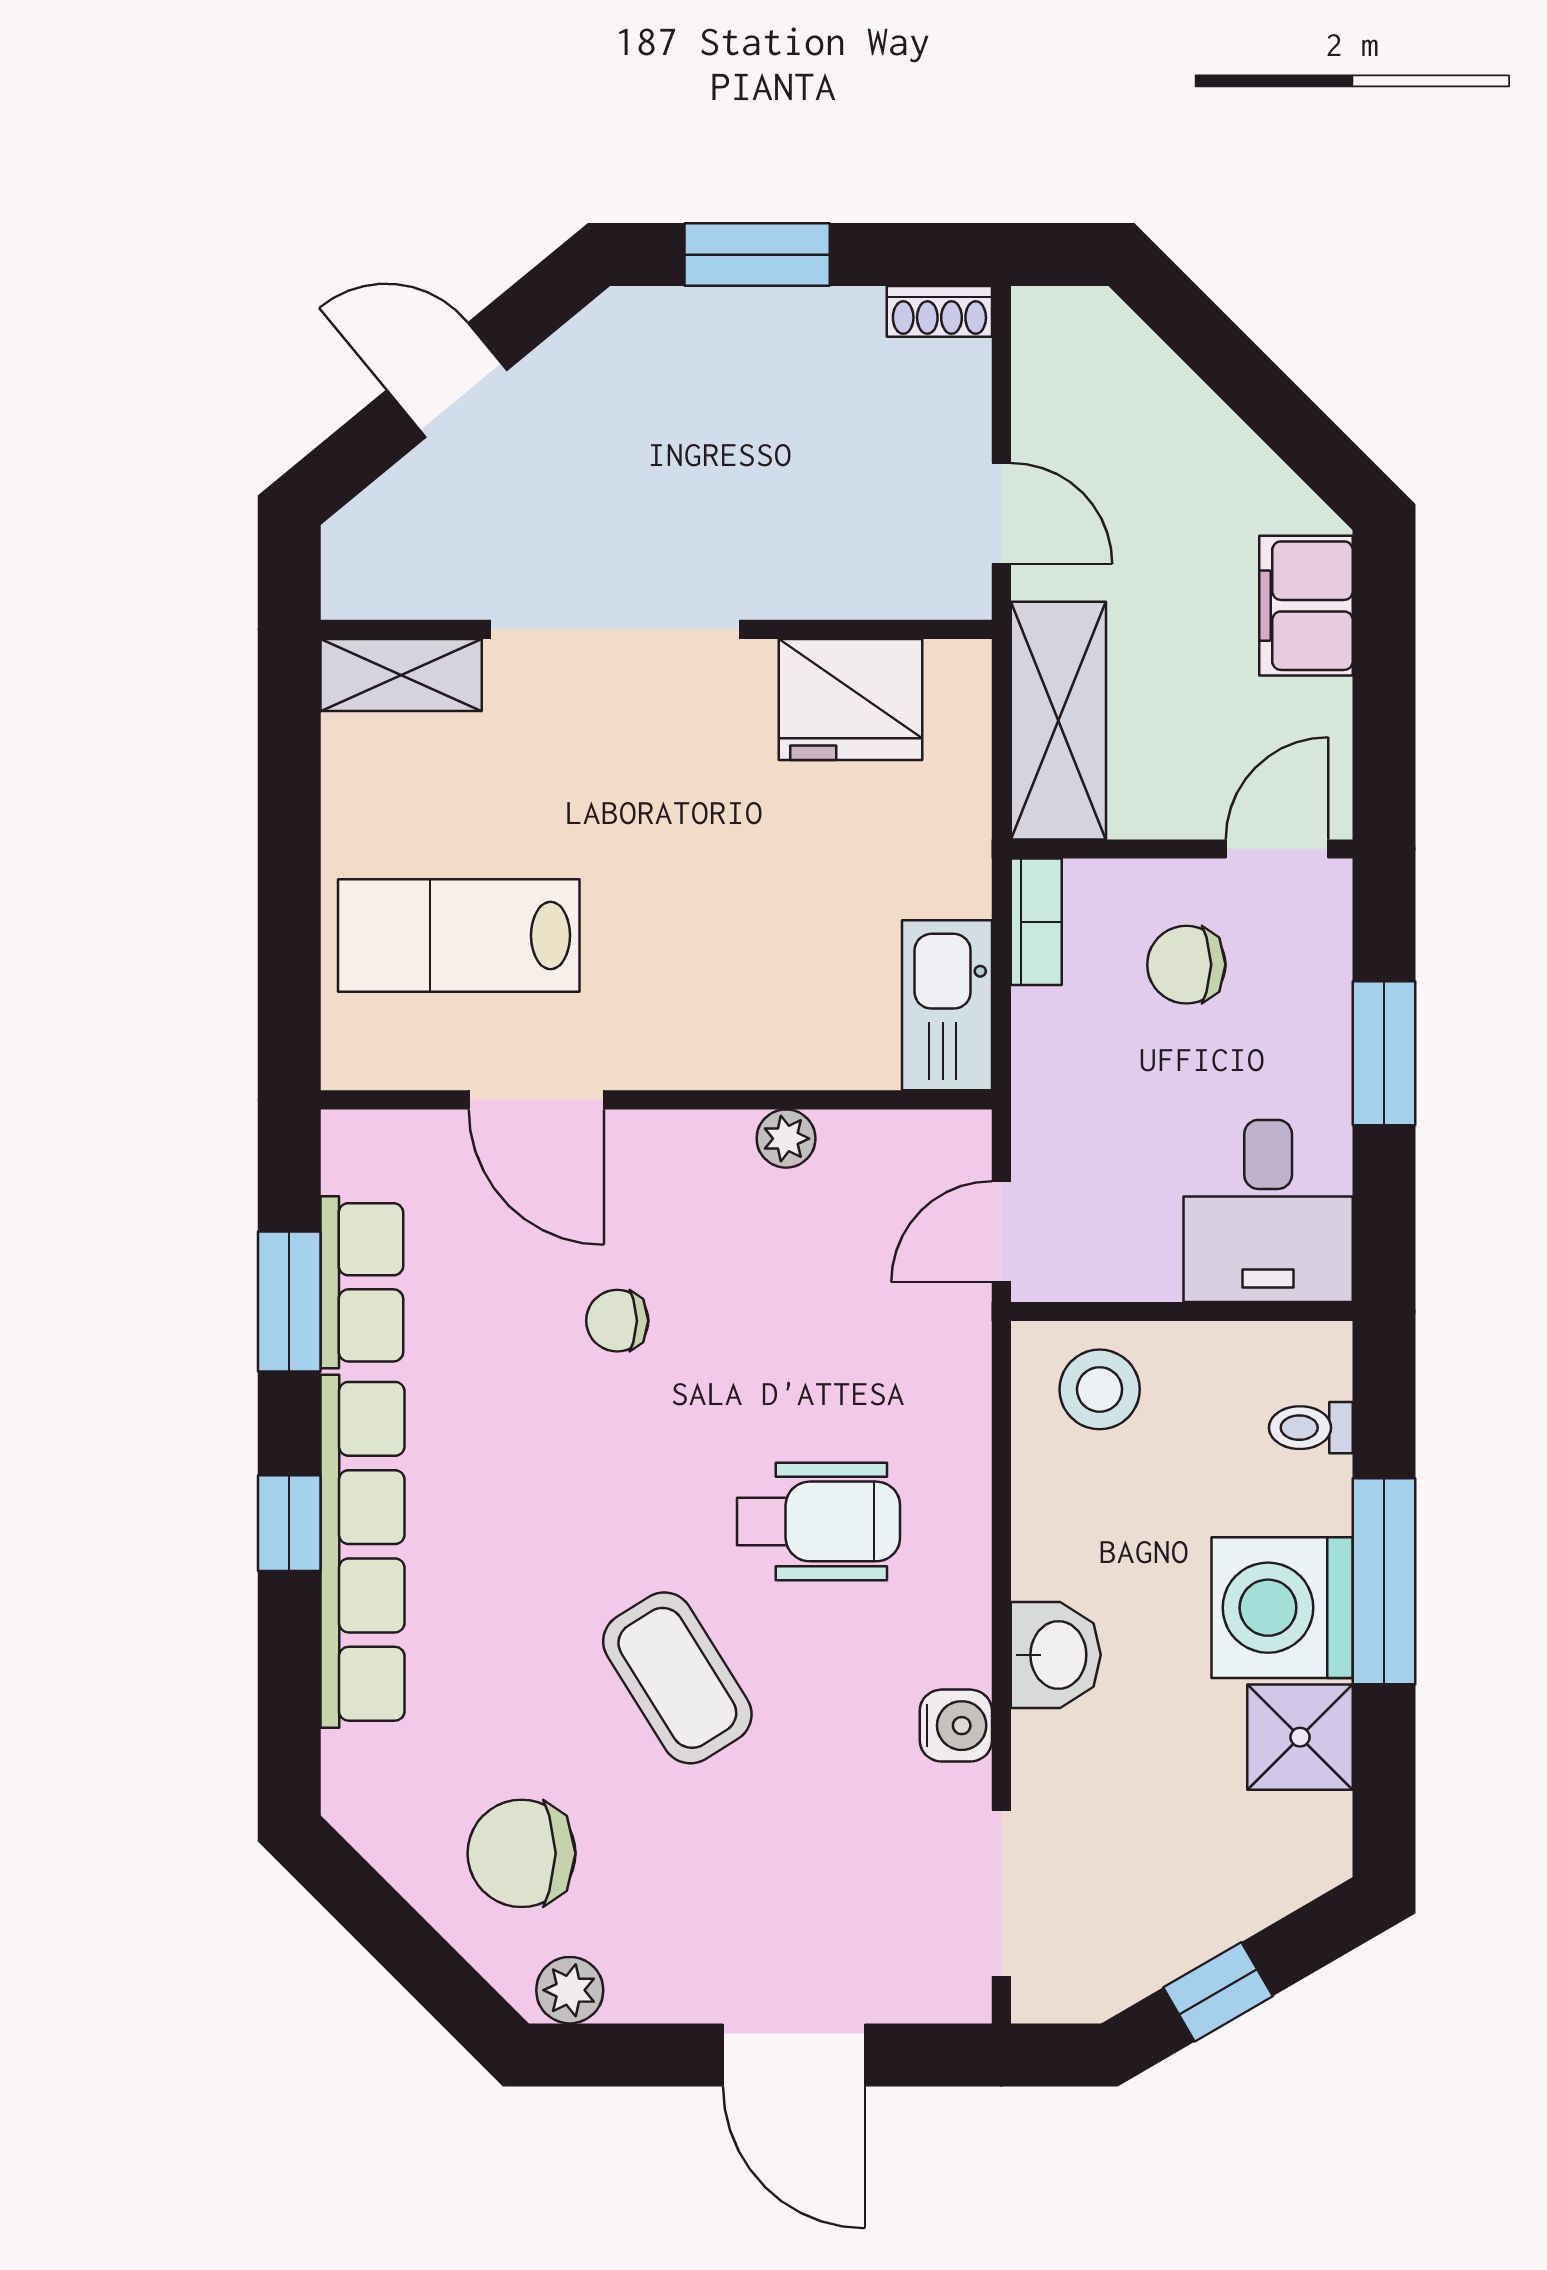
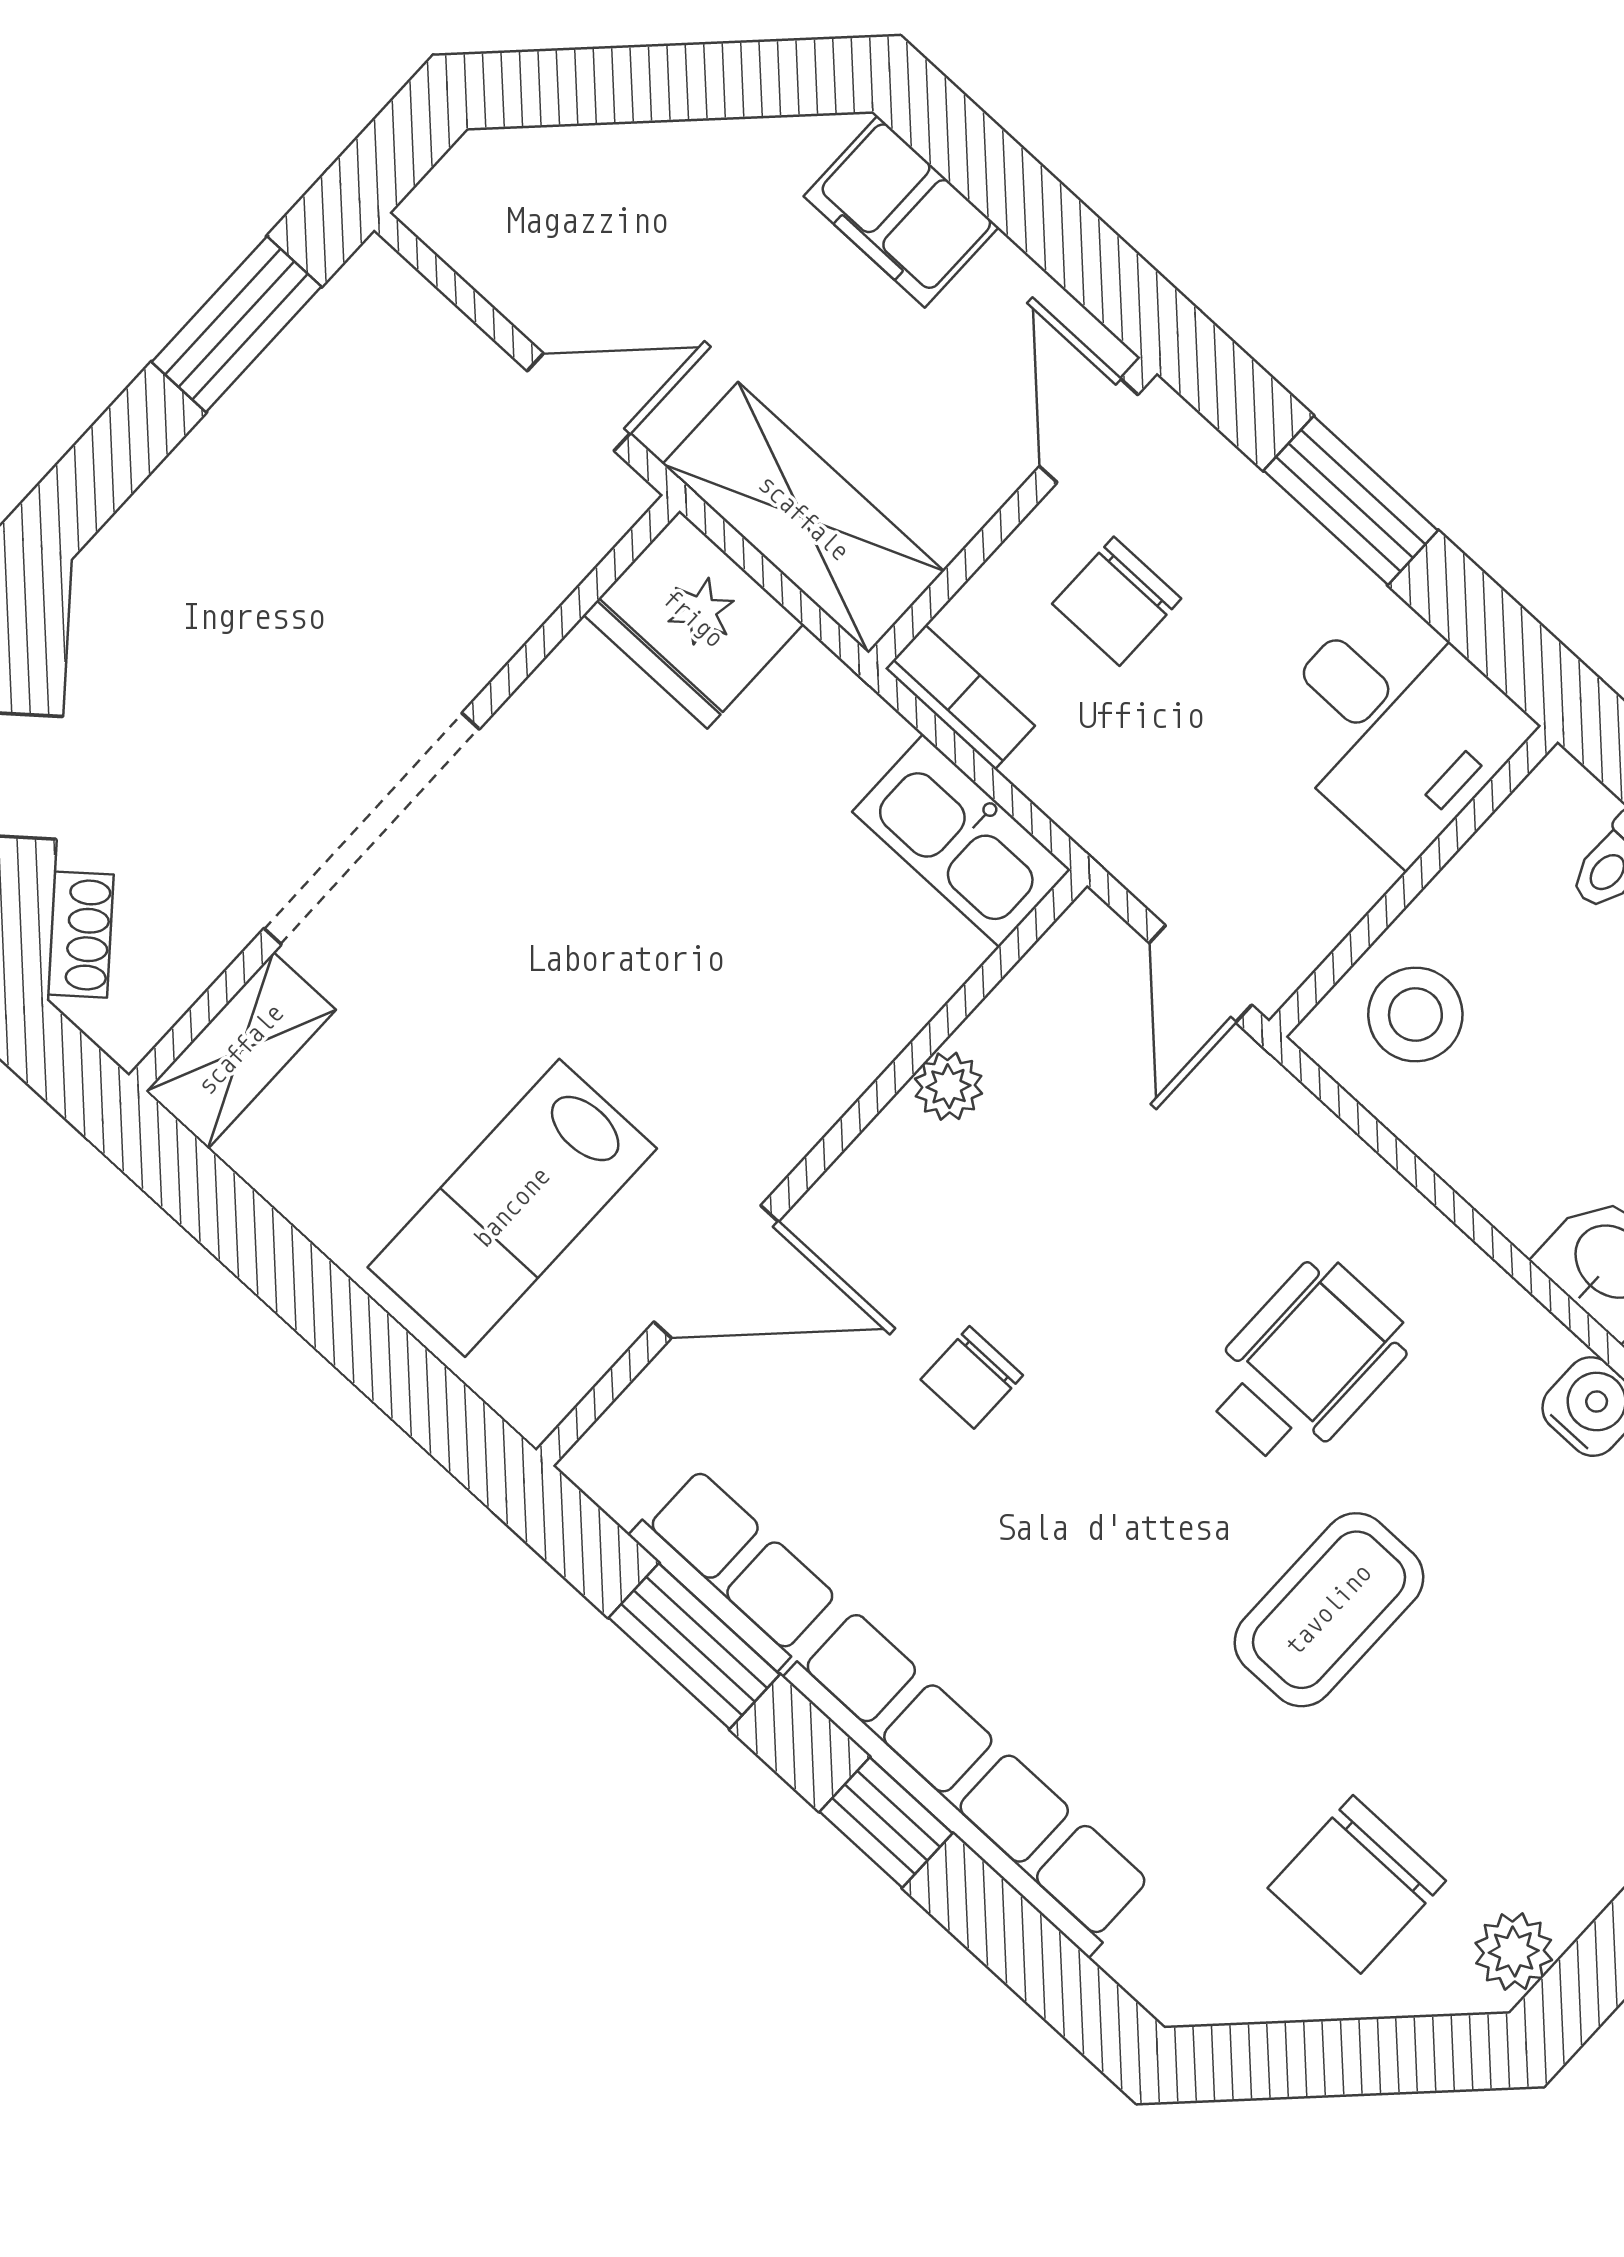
window: (757, 255) -> (237, 324), moved
shoe rack: (939, 311) -> (80, 935), moved, turned -40
fridge: (851, 699) -> (693, 619), moved, turned 90
coffee table: (677, 1678) -> (1329, 1610), turned -58

